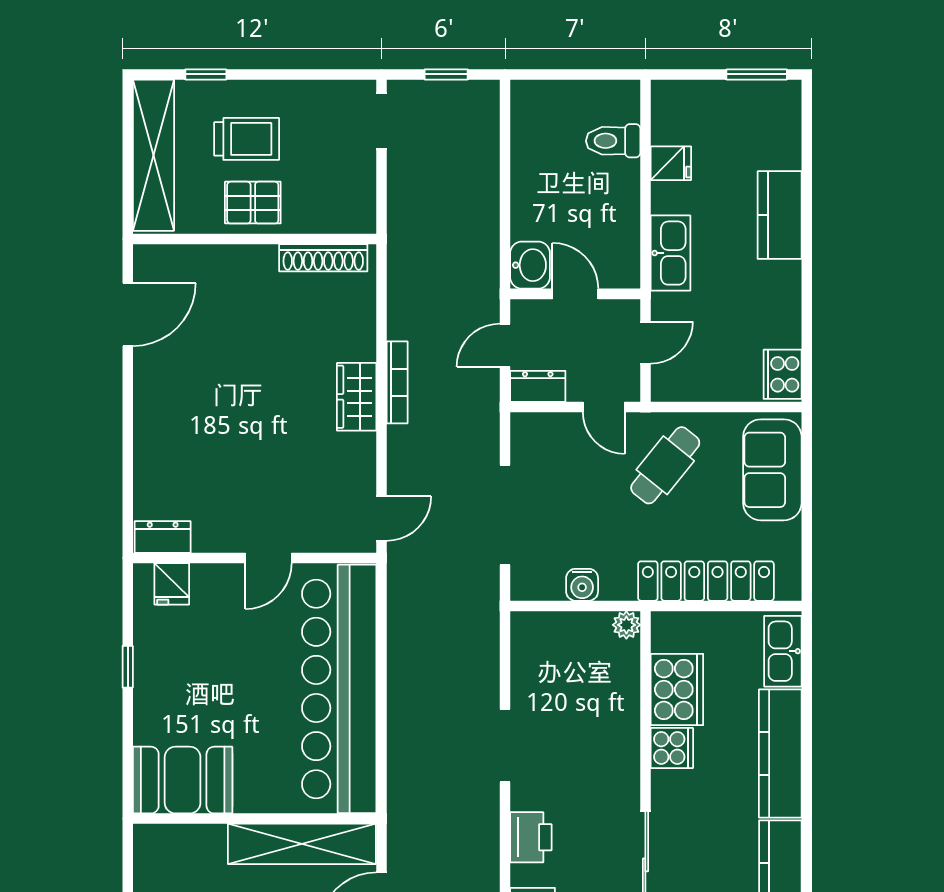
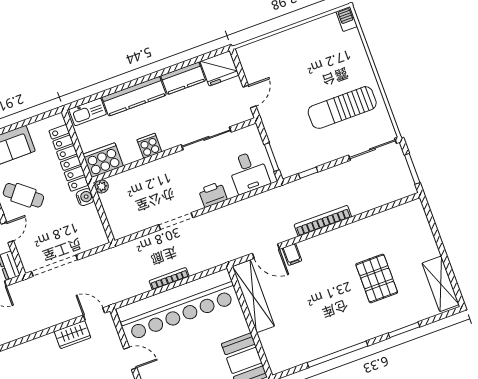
bookcase: (397, 382) -> (169, 279), moved
wardrobe: (357, 397) -> (72, 335), moved
doorway: (505, 515) -> (54, 266), moved
water cooler: (582, 585) -> (85, 197), moved
cooker: (677, 689) -> (103, 160), moved

